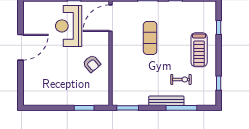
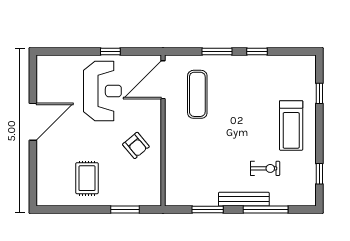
reception desk: (69, 26) -> (102, 91), turned 180
exercise mat: (150, 38) -> (197, 94), moved
rug: (58, 86) -> (87, 178), added
window: (128, 108) -> (208, 210), moved

